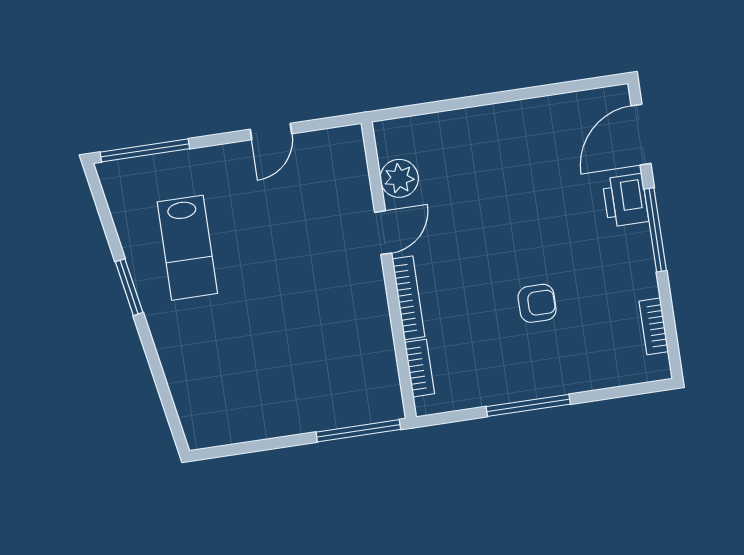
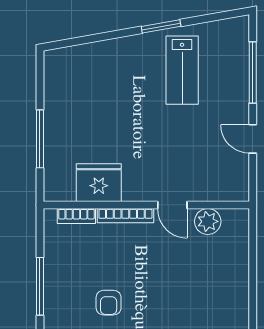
window: (145, 150) -> (253, 72), moved
lab bench: (187, 248) -> (182, 70), turned -90
fridge: (367, 343) -> (99, 183), added
window: (358, 431) -> (40, 139), moved

